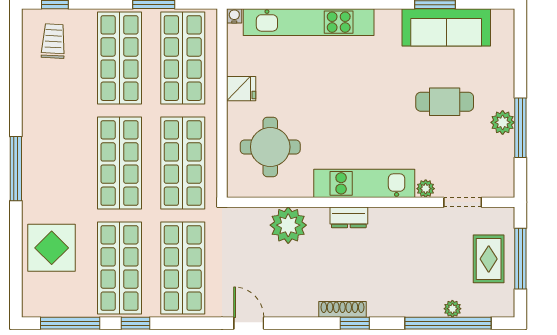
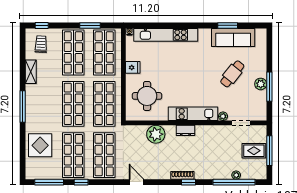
shelving: (33, 98) -> (31, 72), added
cafe table: (445, 102) -> (232, 74), turned -52
rug: (489, 259) -> (254, 151), turned 90

